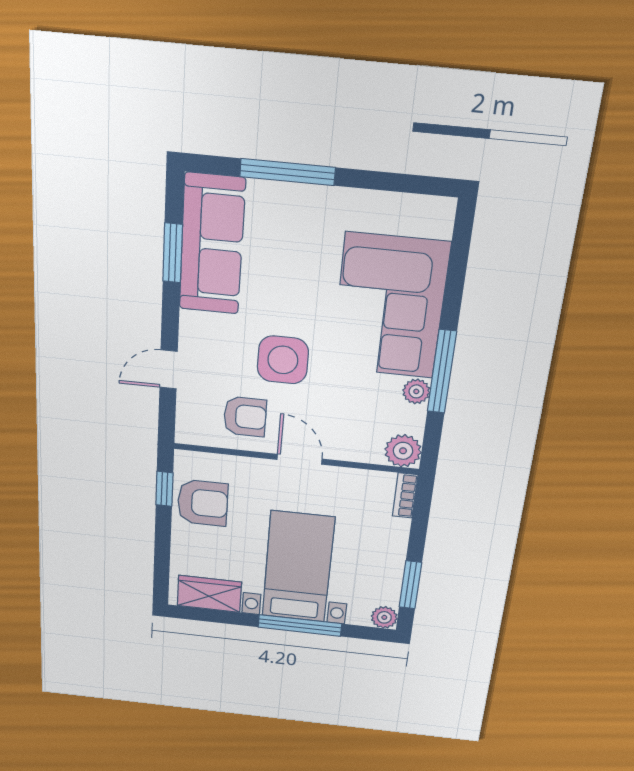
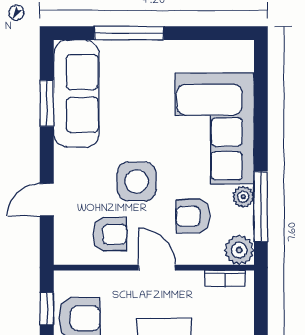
window: (442, 372) -> (261, 207), moved
armchair: (350, 407) -> (193, 216), added
bookcase: (405, 495) -> (225, 278), moved, turned -90

